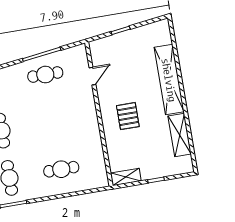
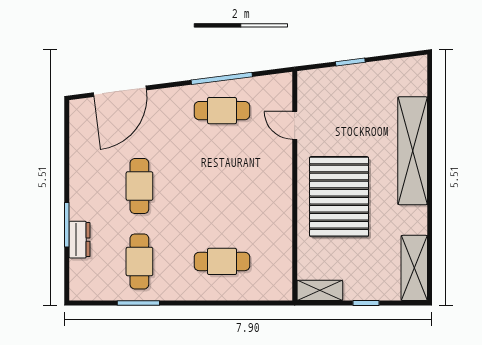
door: (92, 76) -> (295, 125), swing flipped
pallet: (128, 116) -> (339, 197), width x2.05, depth x2.00
shelving: (180, 135) -> (414, 268), moved

